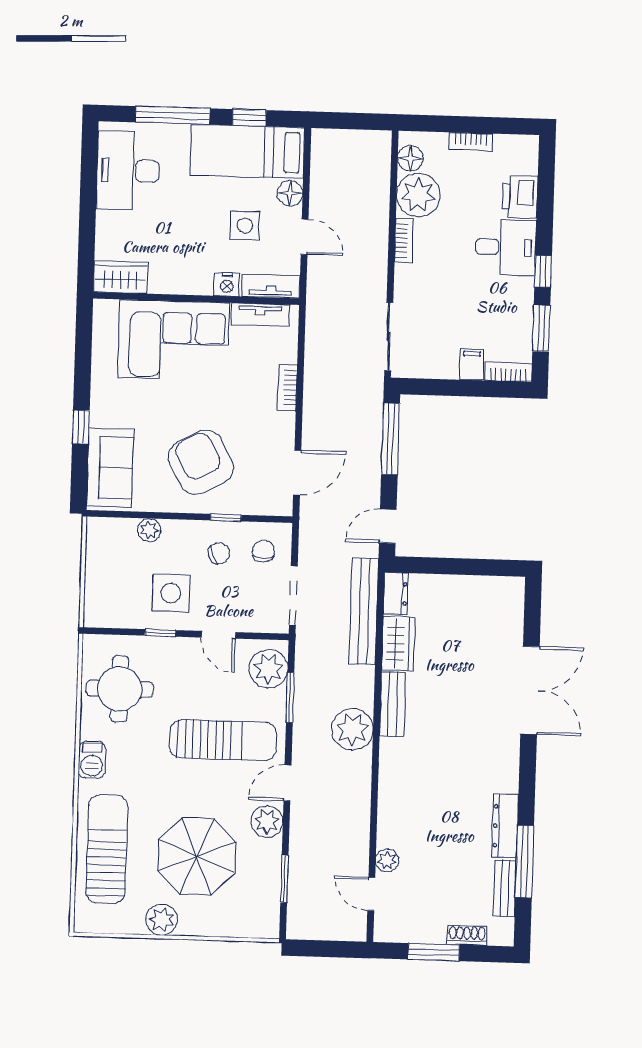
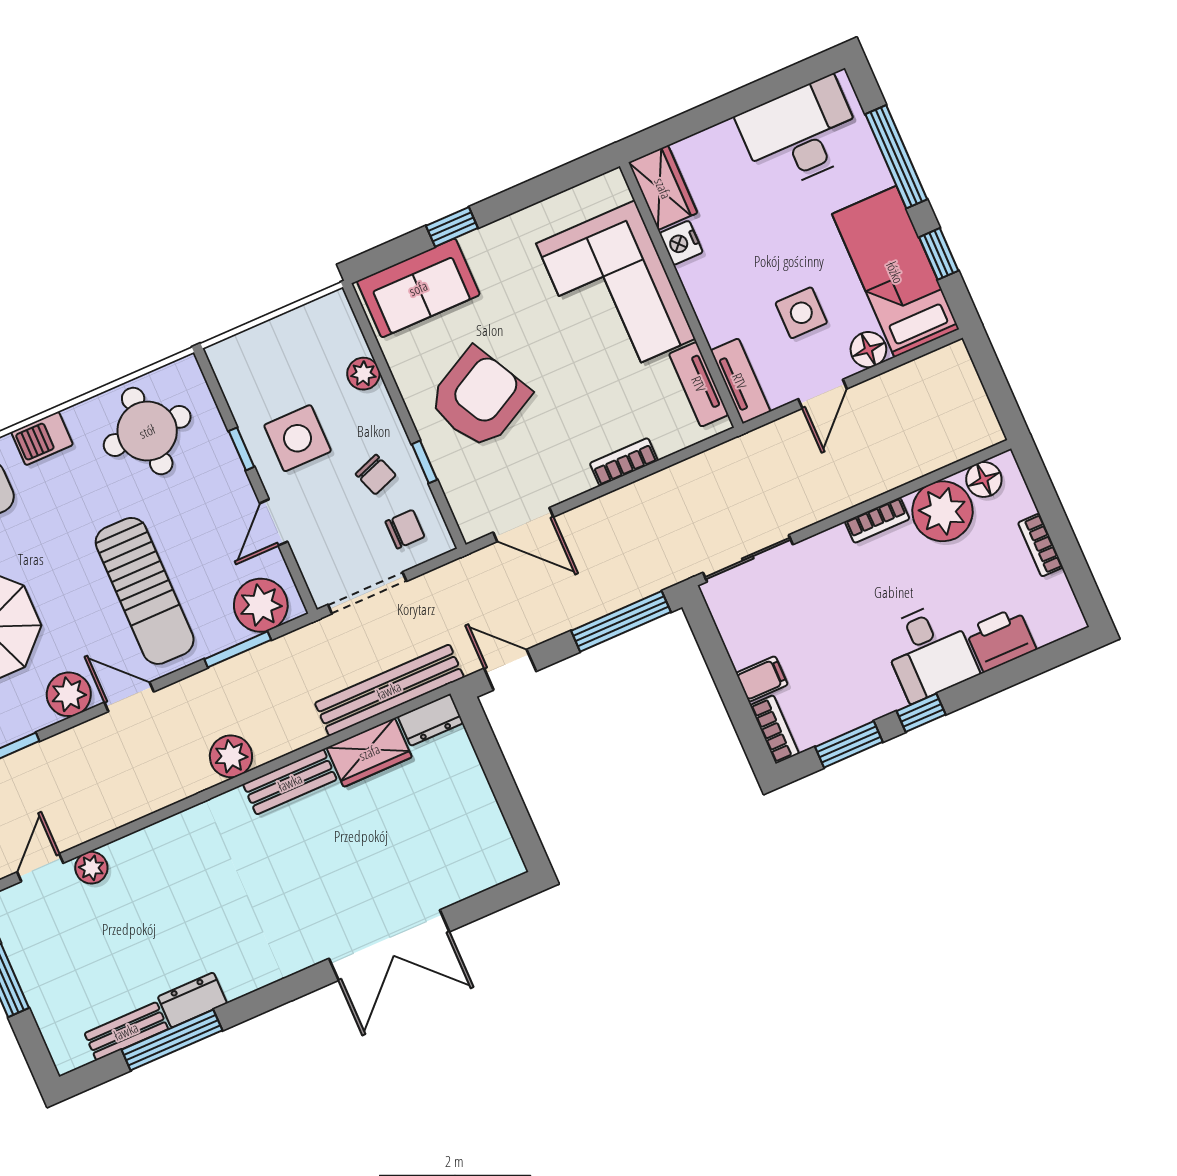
nightstand: (227, 284) -> (681, 243), moved
plant: (352, 729) -> (231, 756), width x0.73, depth x0.73
dresser: (505, 826) -> (192, 1000), width x0.70
shoe rack: (467, 935) -> (45, 1012), removed

